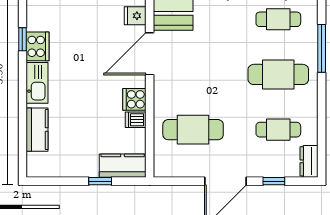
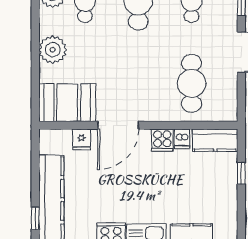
door: (150, 54) -> (118, 125), hinge flipped
kitchen counter: (123, 166) -> (215, 140), moved, turned -90

